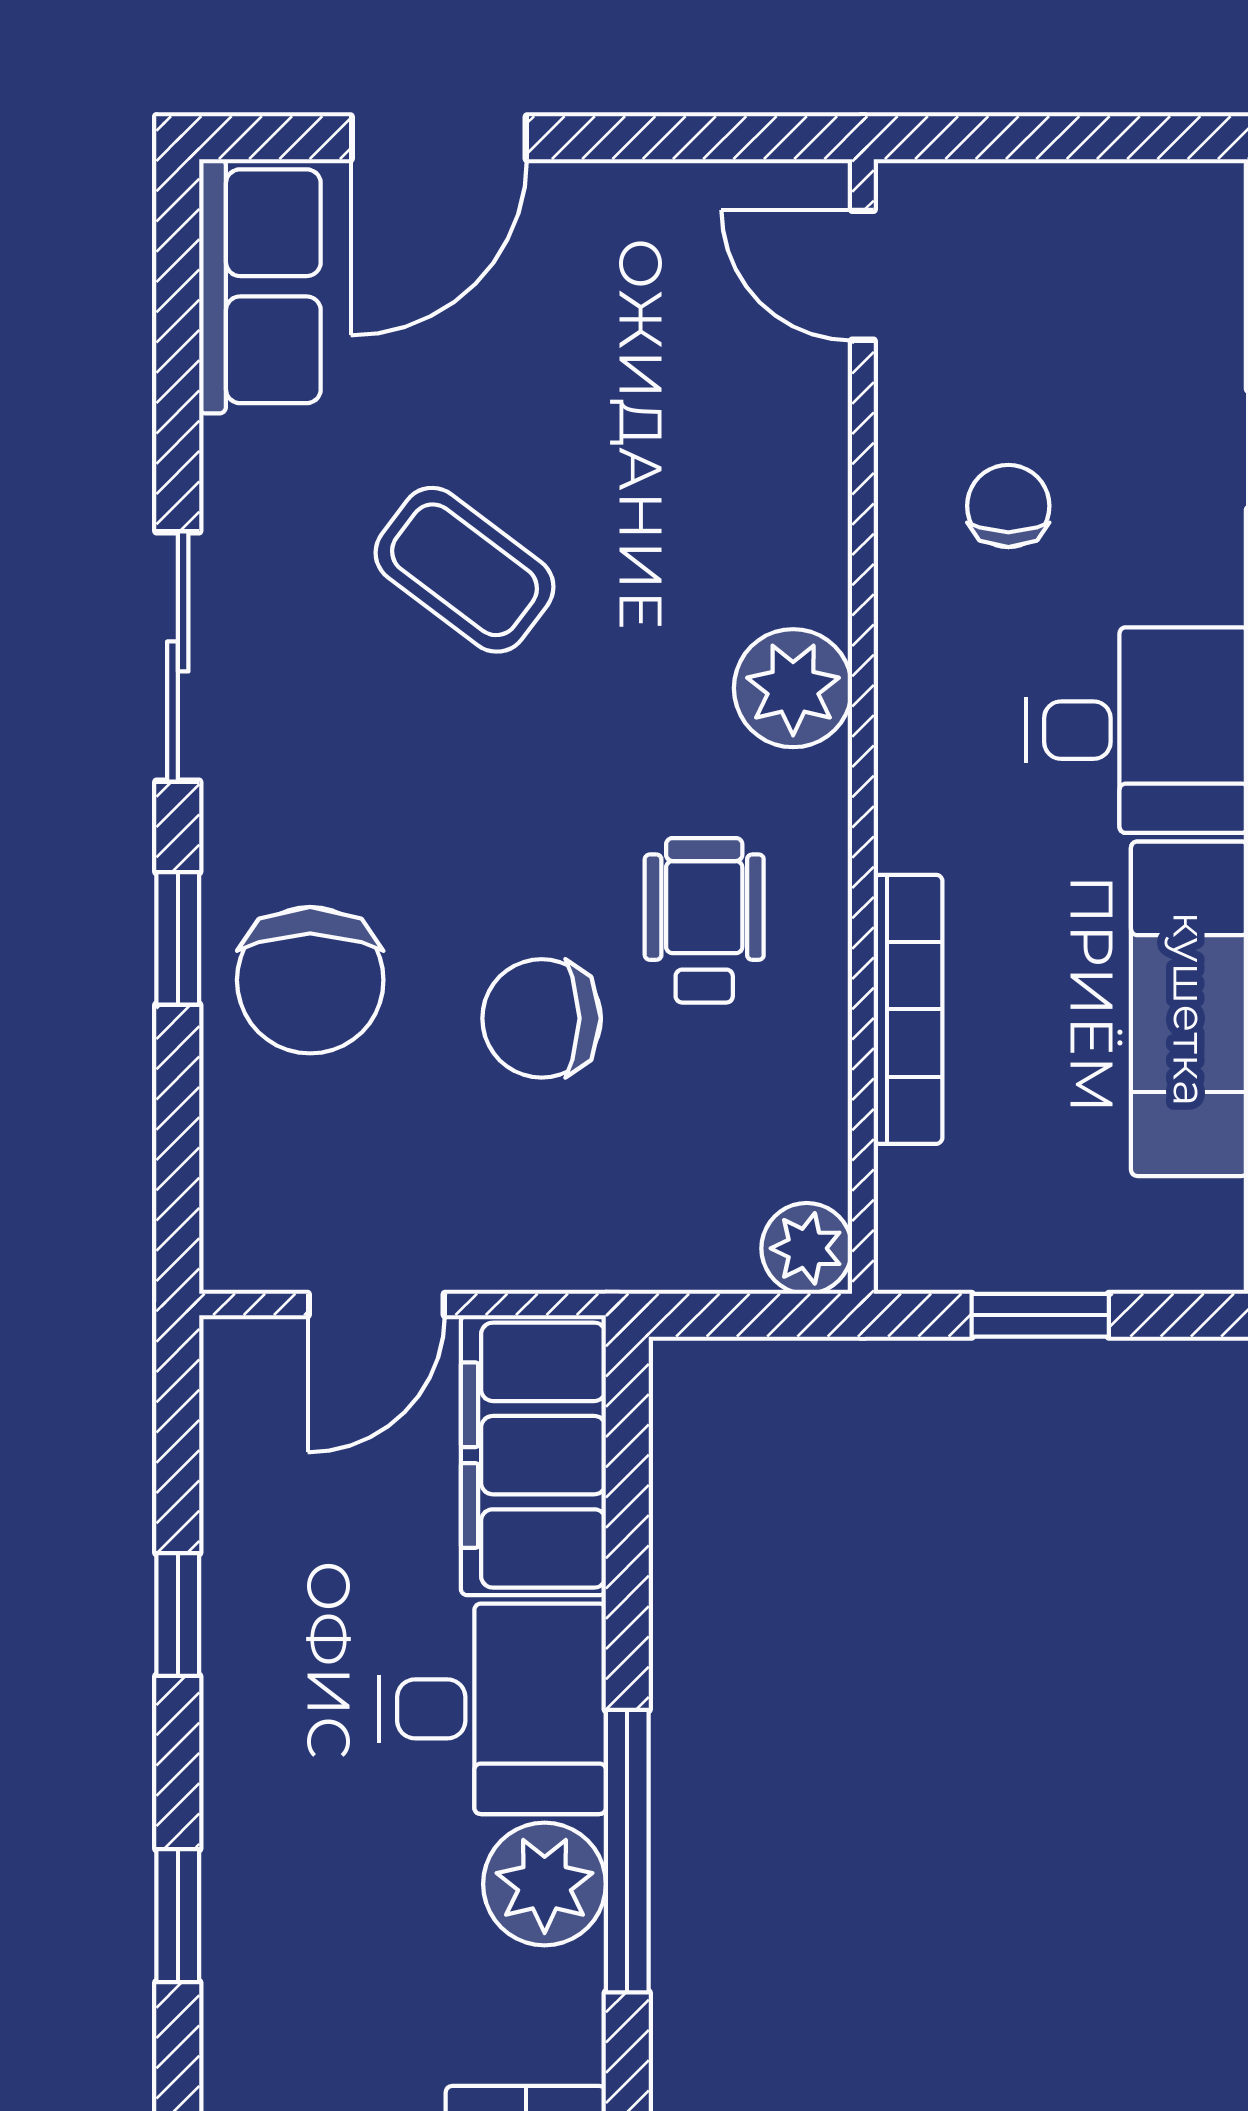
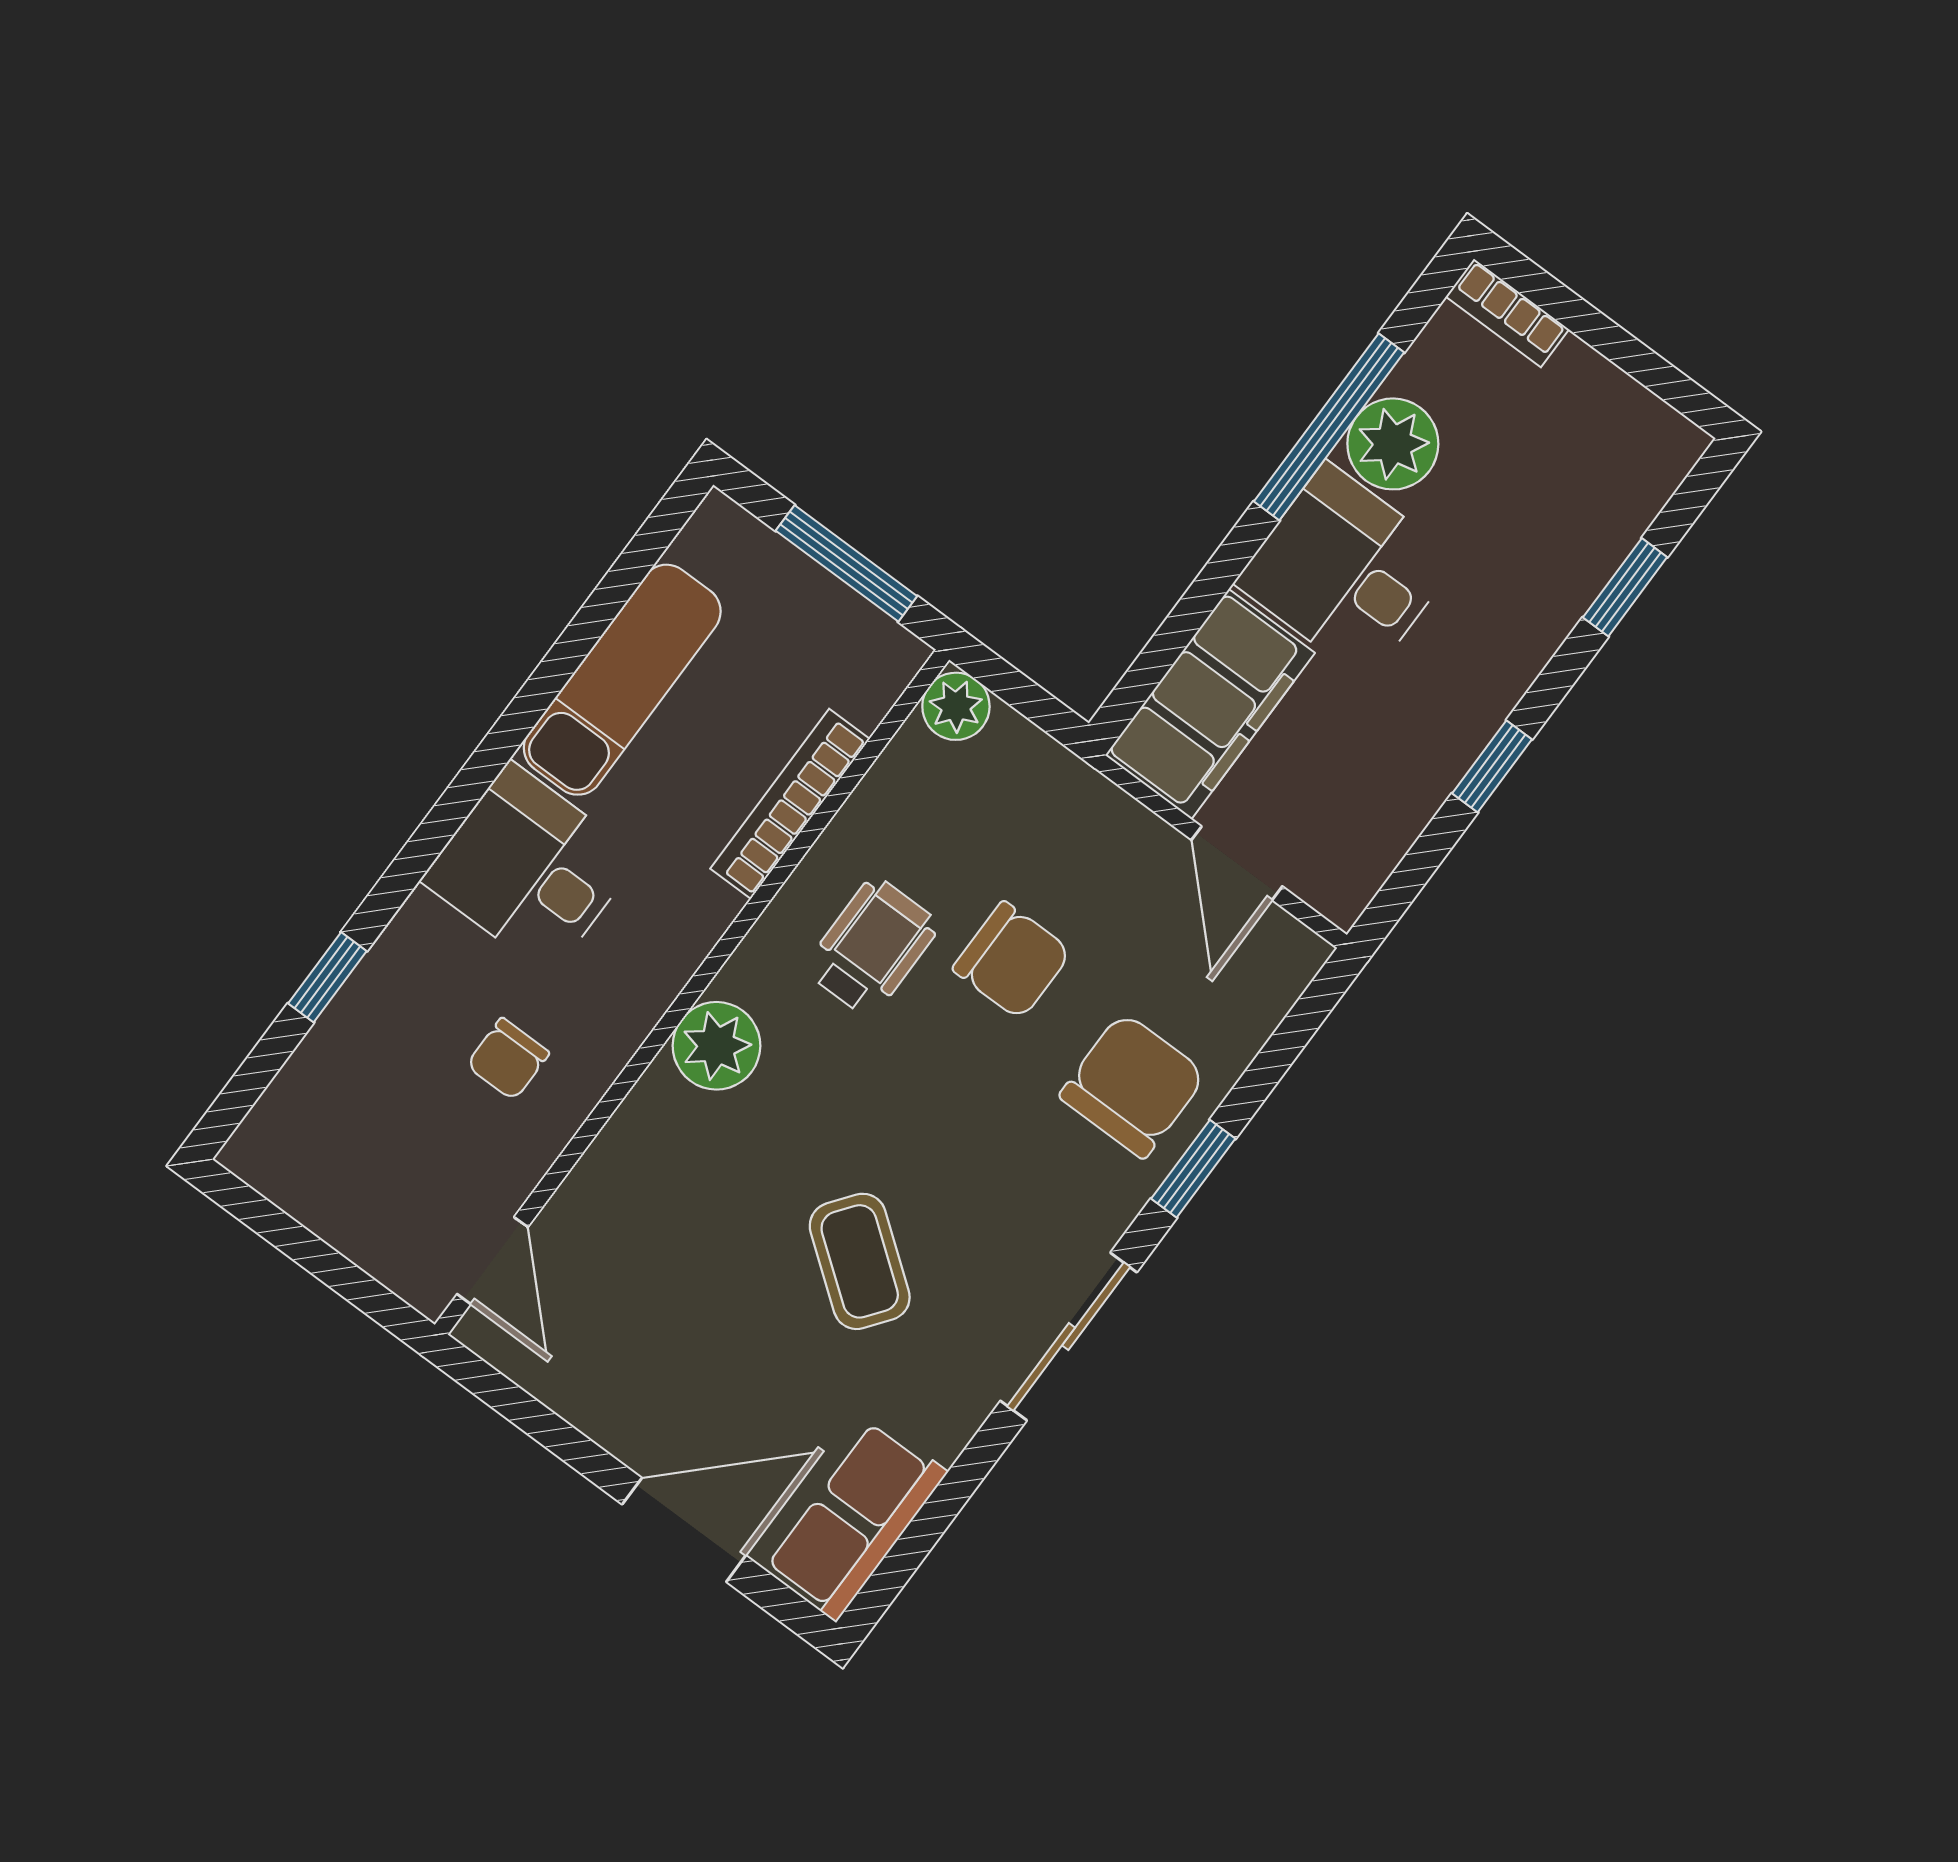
wheelchair: (704, 920) -> (872, 947), turned 180
door: (376, 1304) -> (1237, 863), swing flipped
window: (1040, 1315) -> (846, 563), width x1.50

